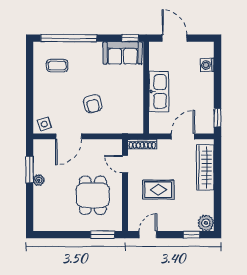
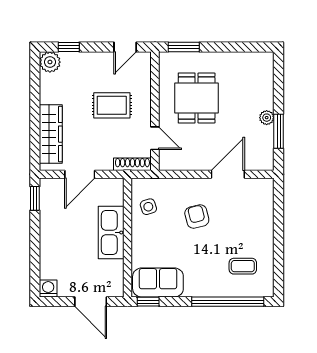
washing machine: (207, 65) -> (48, 288), moved, turned -90
side table: (44, 124) -> (148, 207), moved

